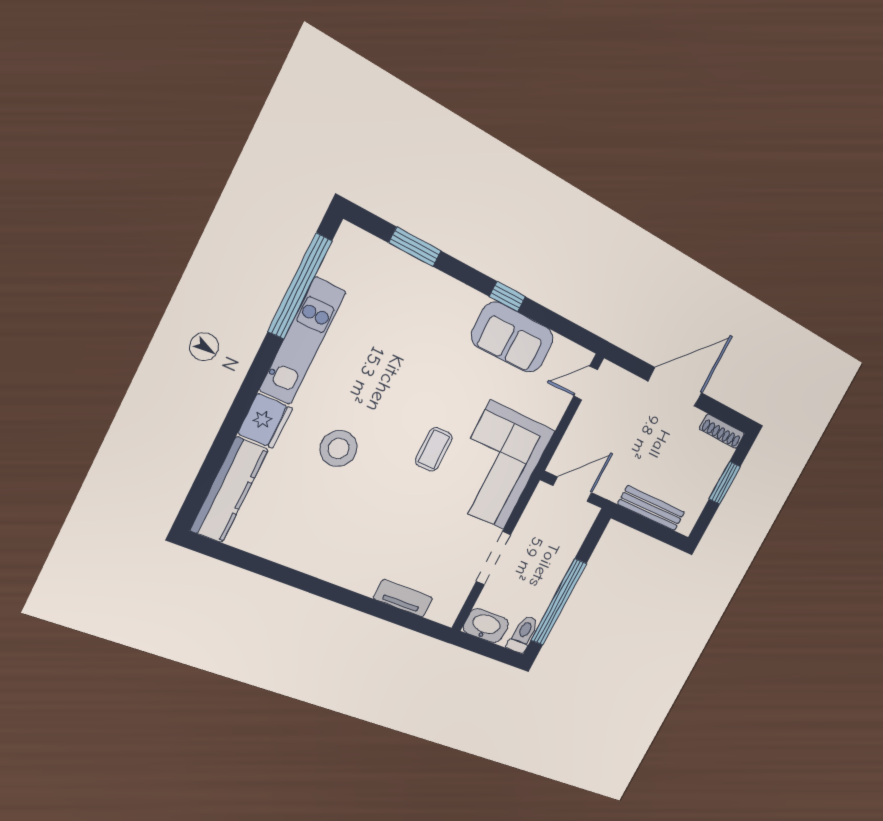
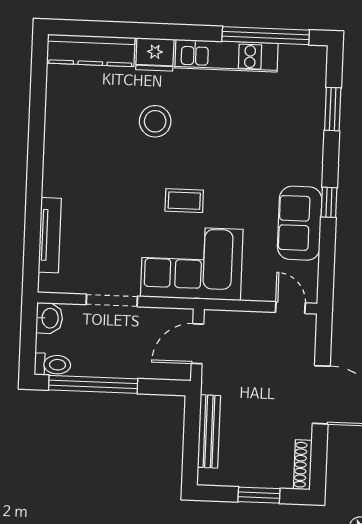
door: (572, 489) -> (197, 344), swing flipped
tv unit: (403, 598) -> (50, 235), width x1.41
washbasin: (486, 626) -> (49, 318), width x0.72

